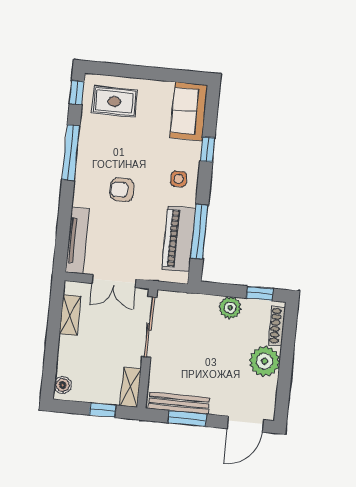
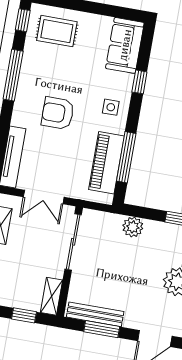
armchair: (122, 190) -> (58, 113), width x1.38, depth x1.38
plant: (230, 308) -> (133, 227), moved

